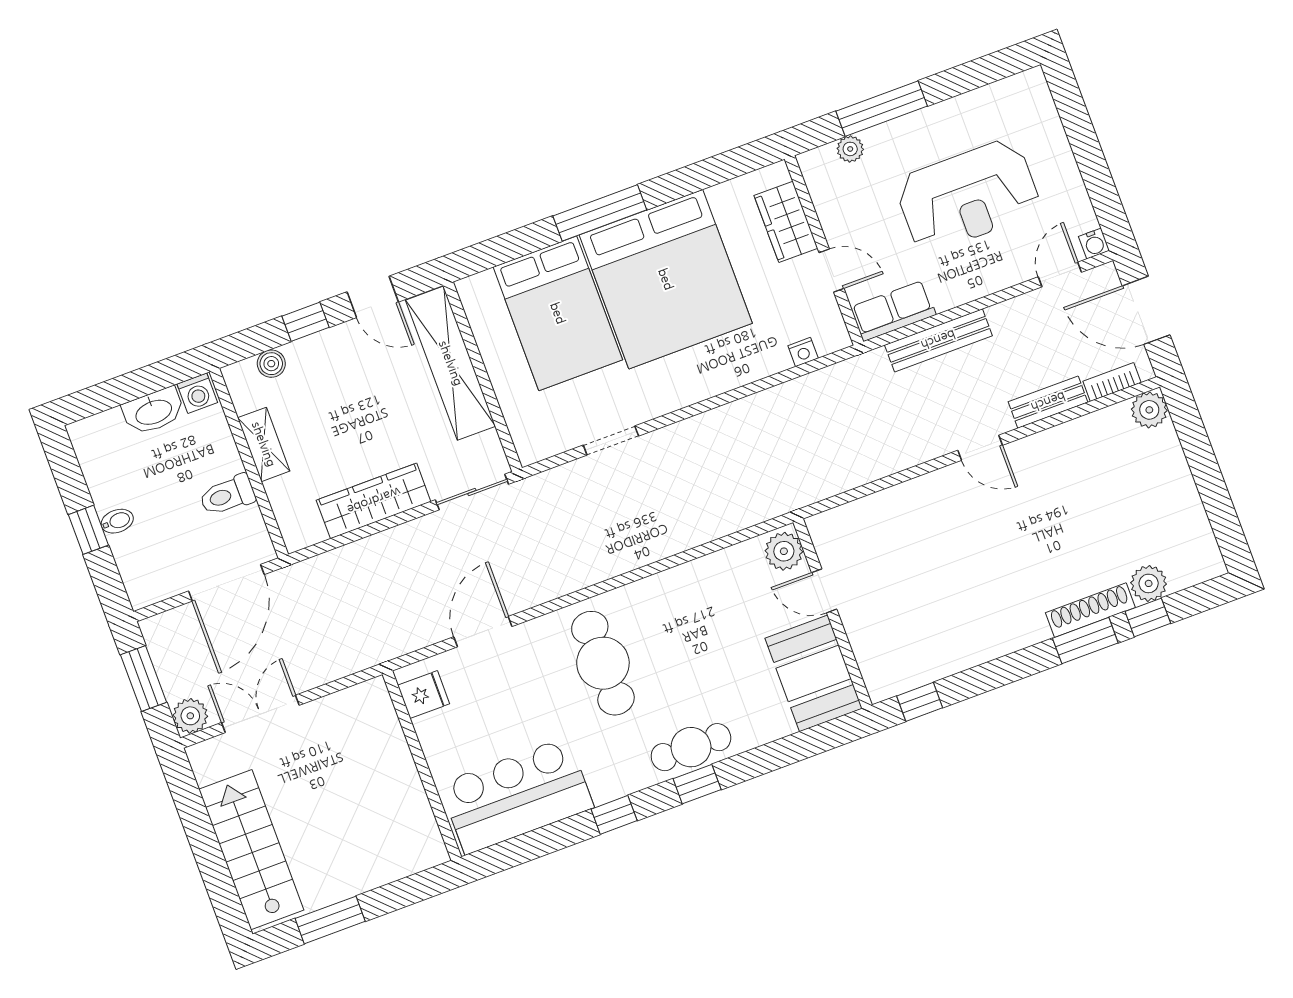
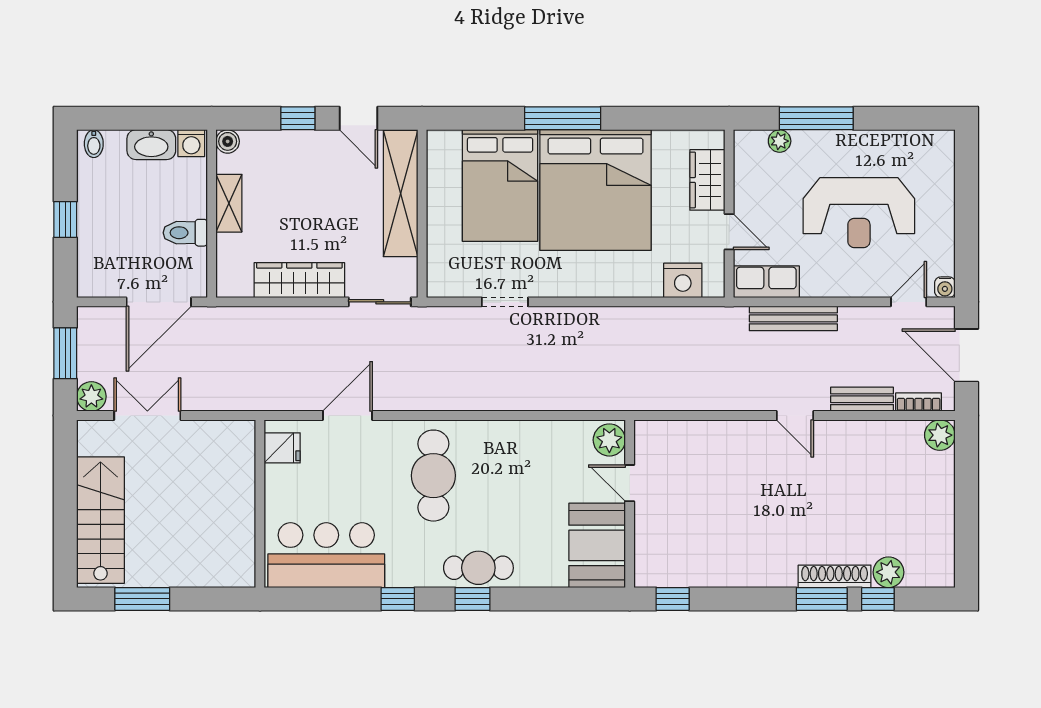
nightstand: (803, 352) -> (683, 280), width x1.89, depth x1.79
boiler: (271, 364) -> (228, 141), moved
bidet: (117, 521) -> (94, 144), moved, turned 90

